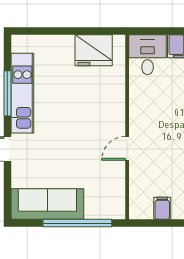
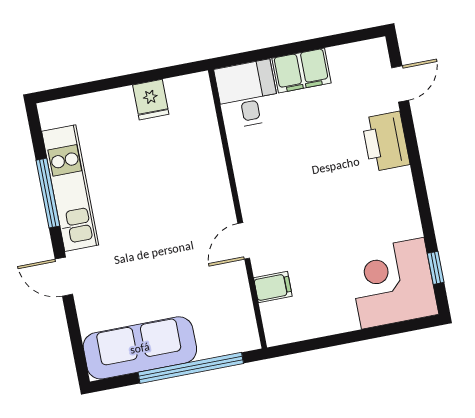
fridge: (94, 50) -> (151, 100), width x0.53, depth x0.75
filing cabinet: (162, 208) -> (273, 287), moved, turned 90

